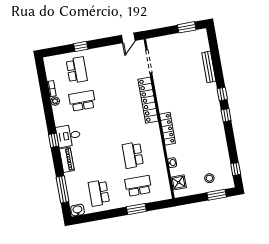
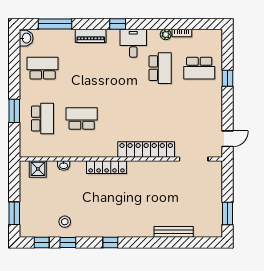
door: (128, 38) -> (228, 139), swing flipped
window: (222, 94) -> (68, 242), moved
desk: (68, 136) -> (133, 43), moved
stool: (209, 178) -> (65, 222), moved

